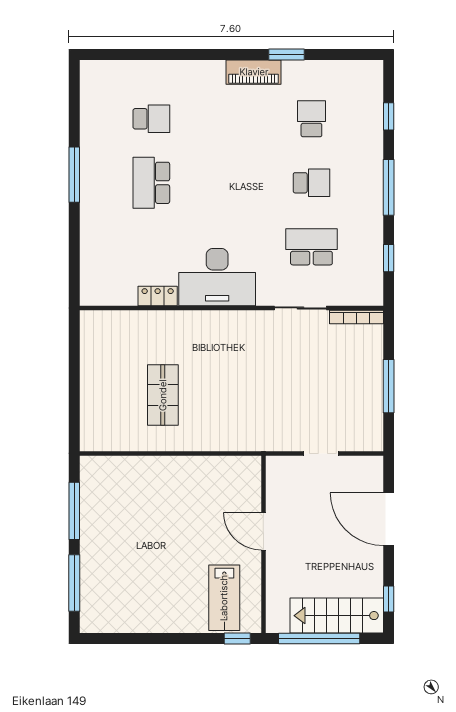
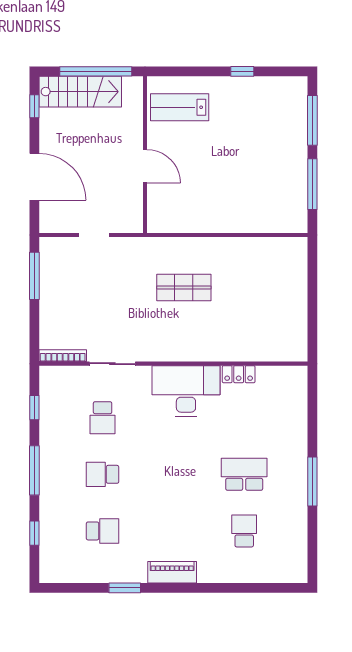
piano: (254, 72) -> (172, 572), moved
school desk: (151, 119) -> (244, 531), turned 90
school desk: (311, 119) -> (103, 531), turned -90
school desk: (151, 183) -> (244, 474), turned -90
school desk: (311, 247) -> (103, 418), width x0.54
window: (389, 386) -> (34, 276), moved
shop shelf: (163, 395) -> (184, 287), moved, turned 90
lab bench: (224, 598) -> (180, 107), turned -90
window: (237, 638) -> (242, 71), moved

